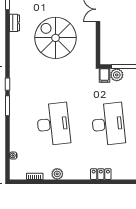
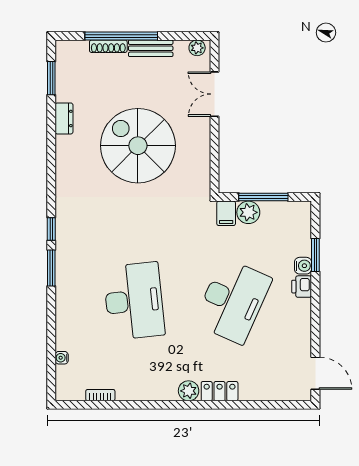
desk: (108, 124) -> (233, 301), turned 30
plant: (57, 174) -> (189, 391), moved

